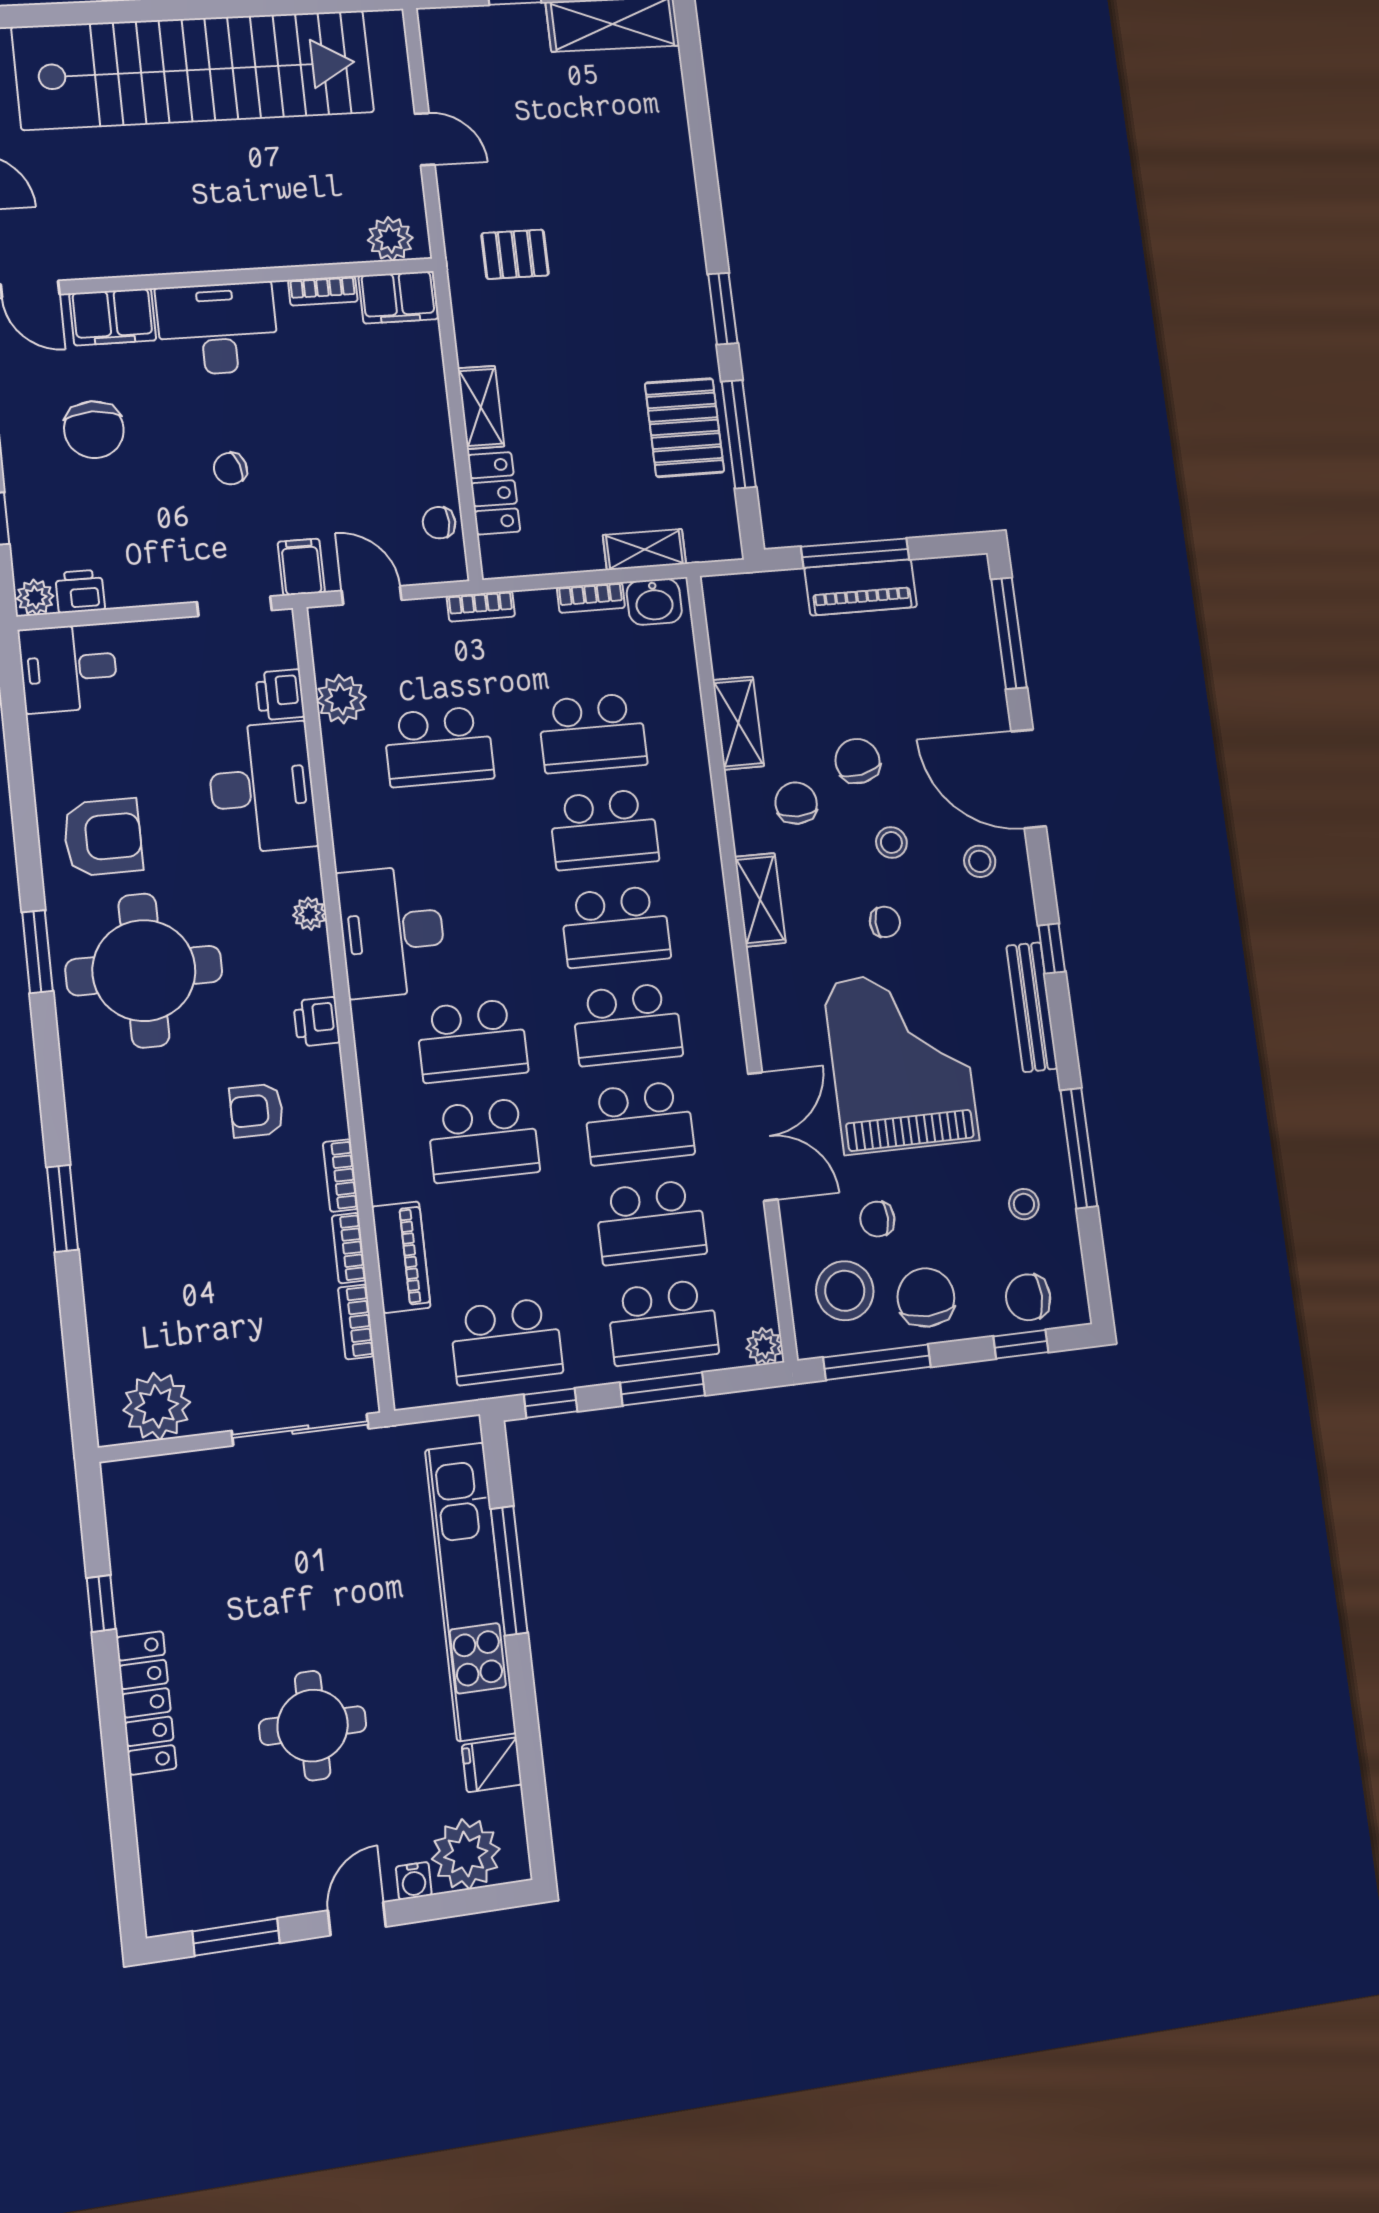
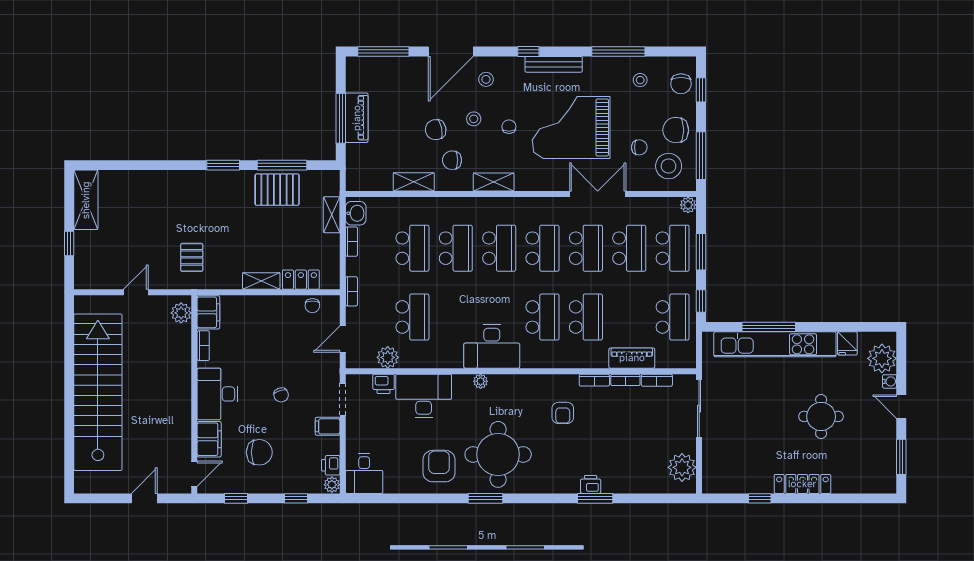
filing cabinet: (301, 567) -> (328, 426), moved
printer: (317, 1022) -> (591, 484), moved, turned 180
chair: (877, 1219) -> (639, 147), turned -90

